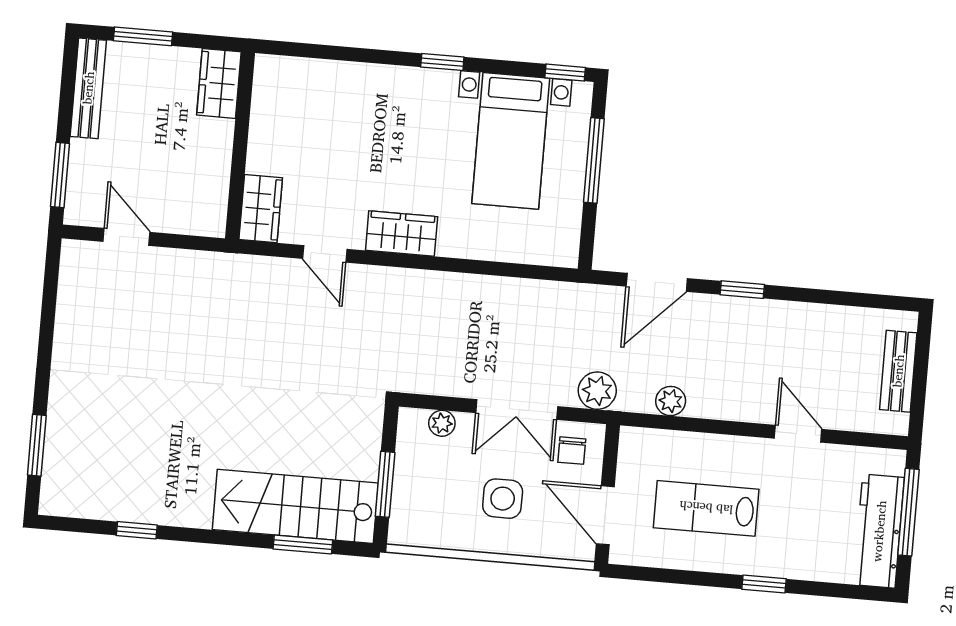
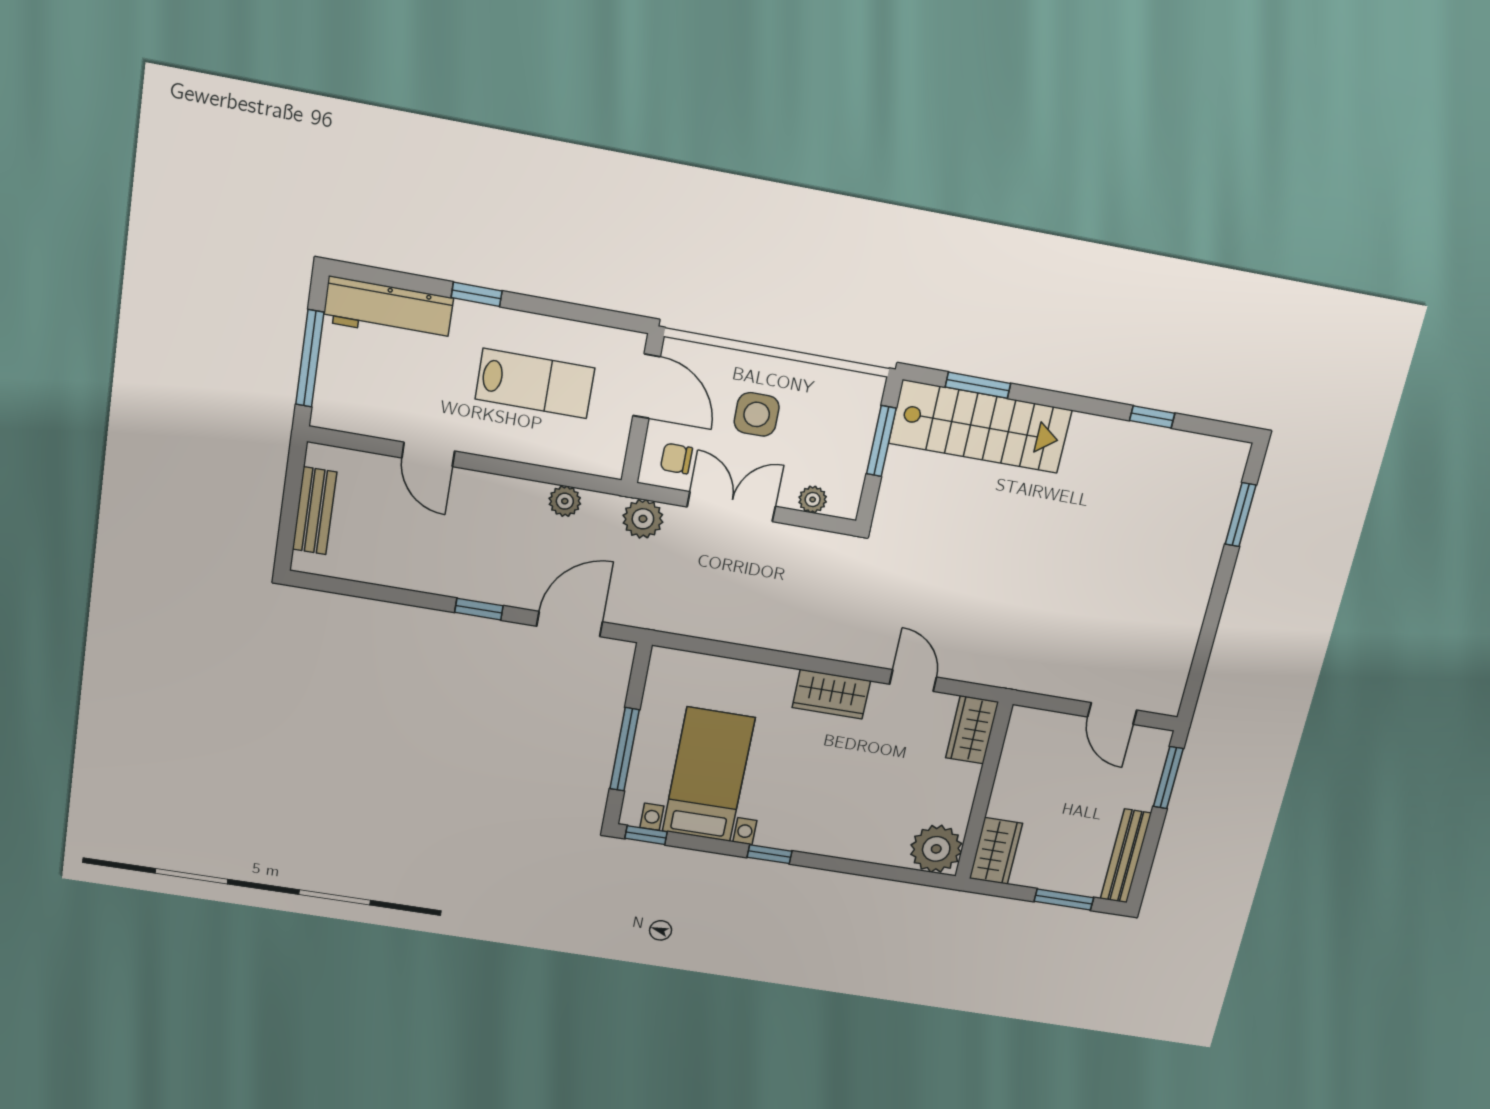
plant: (278, 81) -> (936, 849), added
chair: (572, 451) -> (676, 459), turned -90
workbench: (879, 531) -> (388, 310), moved, turned 90

